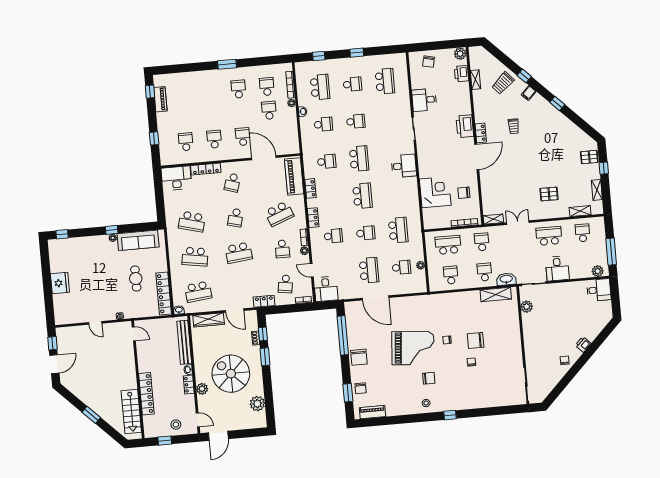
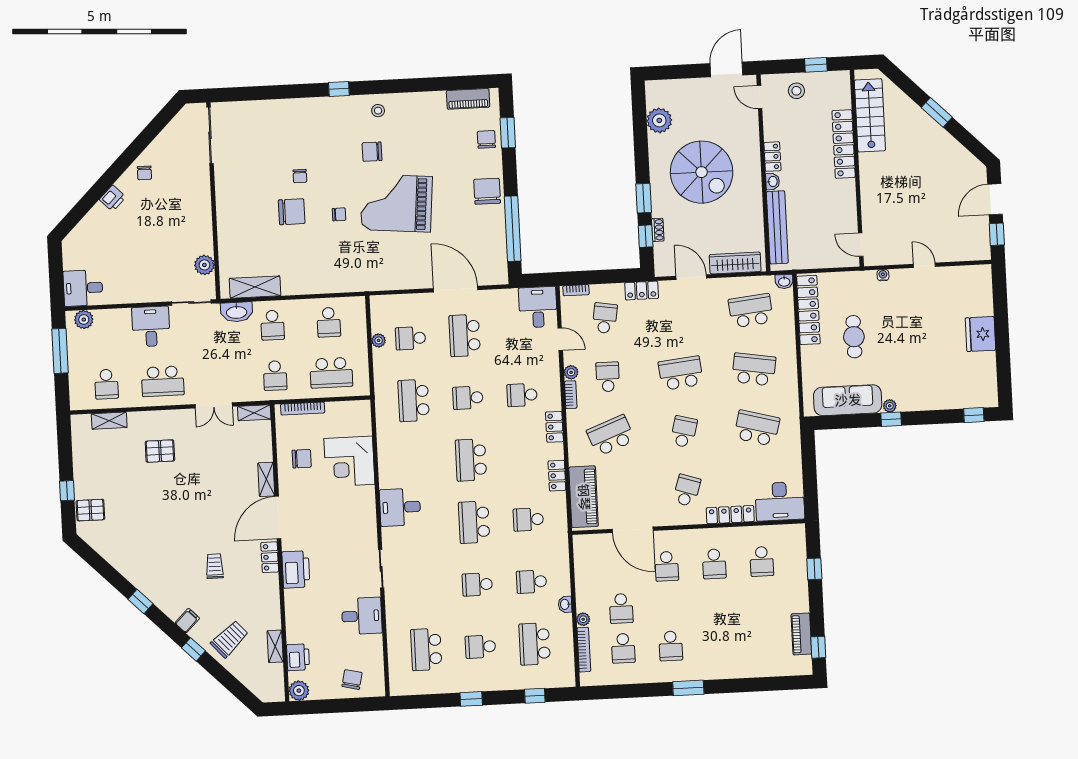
shelving: (597, 190) -> (266, 479), moved
plant: (202, 389) -> (750, 149), removed

